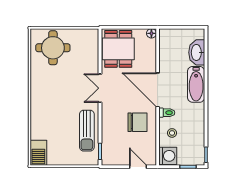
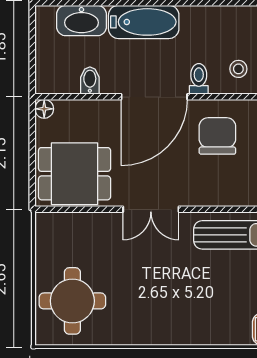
bidet: (166, 57) -> (90, 81), added

